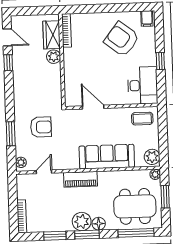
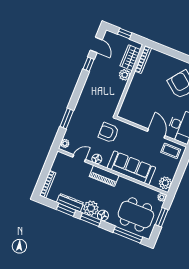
window: (33, 11) -> (125, 34), added
door: (93, 107) -> (156, 133), moved
armchair: (41, 127) -> (108, 133), moved, turned 180
floor lamp: (64, 164) -> (97, 159), added
dresser: (56, 226) -> (70, 203), added

